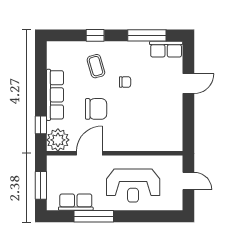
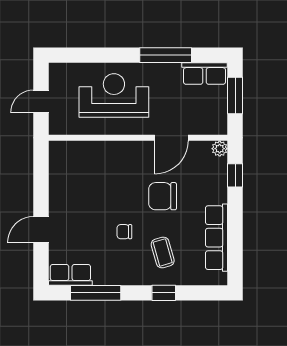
row of seats: (55, 95) -> (217, 238), moved
plant: (58, 140) -> (220, 149), width x0.53, depth x0.53
door: (188, 181) -> (41, 101), hinge flipped
row of seats: (76, 202) -> (205, 74), moved

